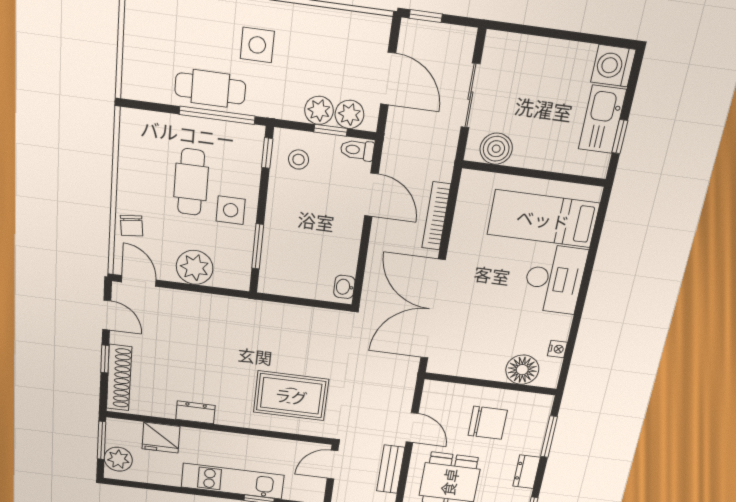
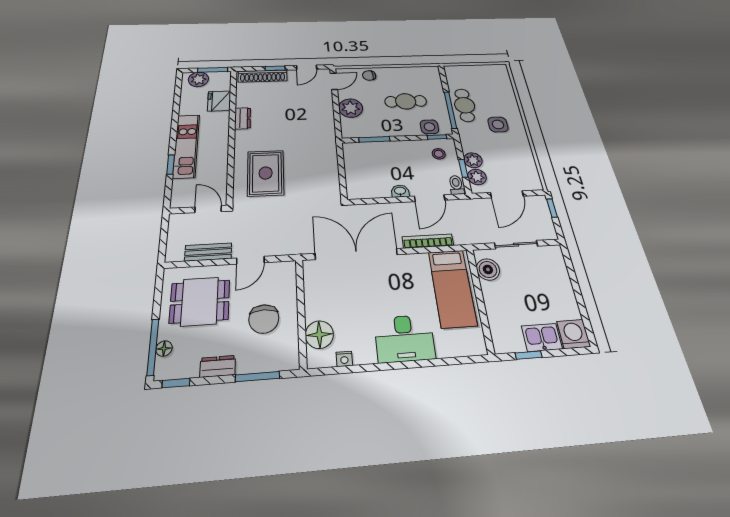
kitchen sink: (602, 119) -> (542, 337), width x0.73
side table: (231, 210) -> (429, 127), moved
bed: (543, 219) -> (452, 288), moved, turned 180
washbasin: (344, 287) -> (400, 191), moved

